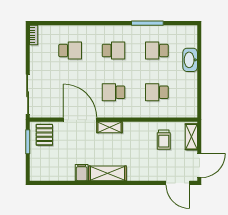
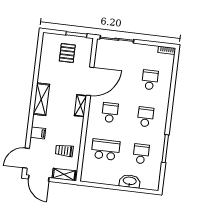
school desk: (70, 51) -> (150, 80), turned 180
school desk: (114, 51) -> (145, 117), turned 180
school desk: (157, 92) -> (105, 150), width x1.85
pallet: (44, 135) -> (67, 53), moved, turned 90
filing cabinet: (82, 173) -> (38, 133), moved

